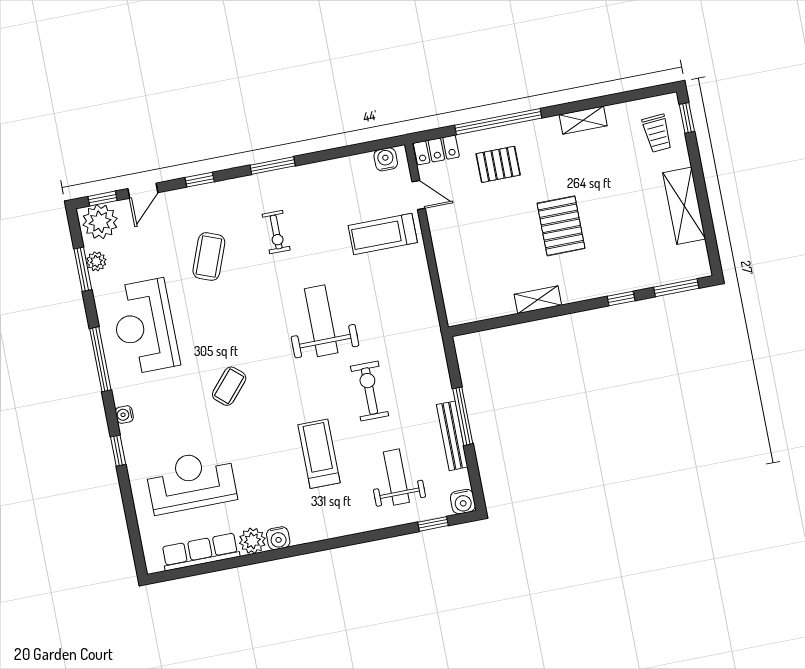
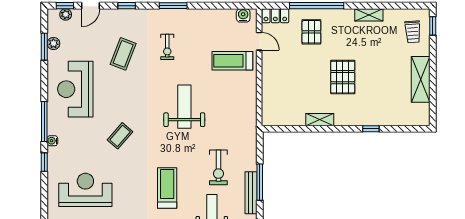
pallet: (498, 164) -> (311, 32), turned 90
plant: (100, 222) -> (66, 14), width x0.53, depth x0.53
window: (676, 288) -> (406, 129), removed
window: (100, 359) -> (44, 122), moved
exercise bike: (369, 391) -> (218, 167), moved, turned 180

